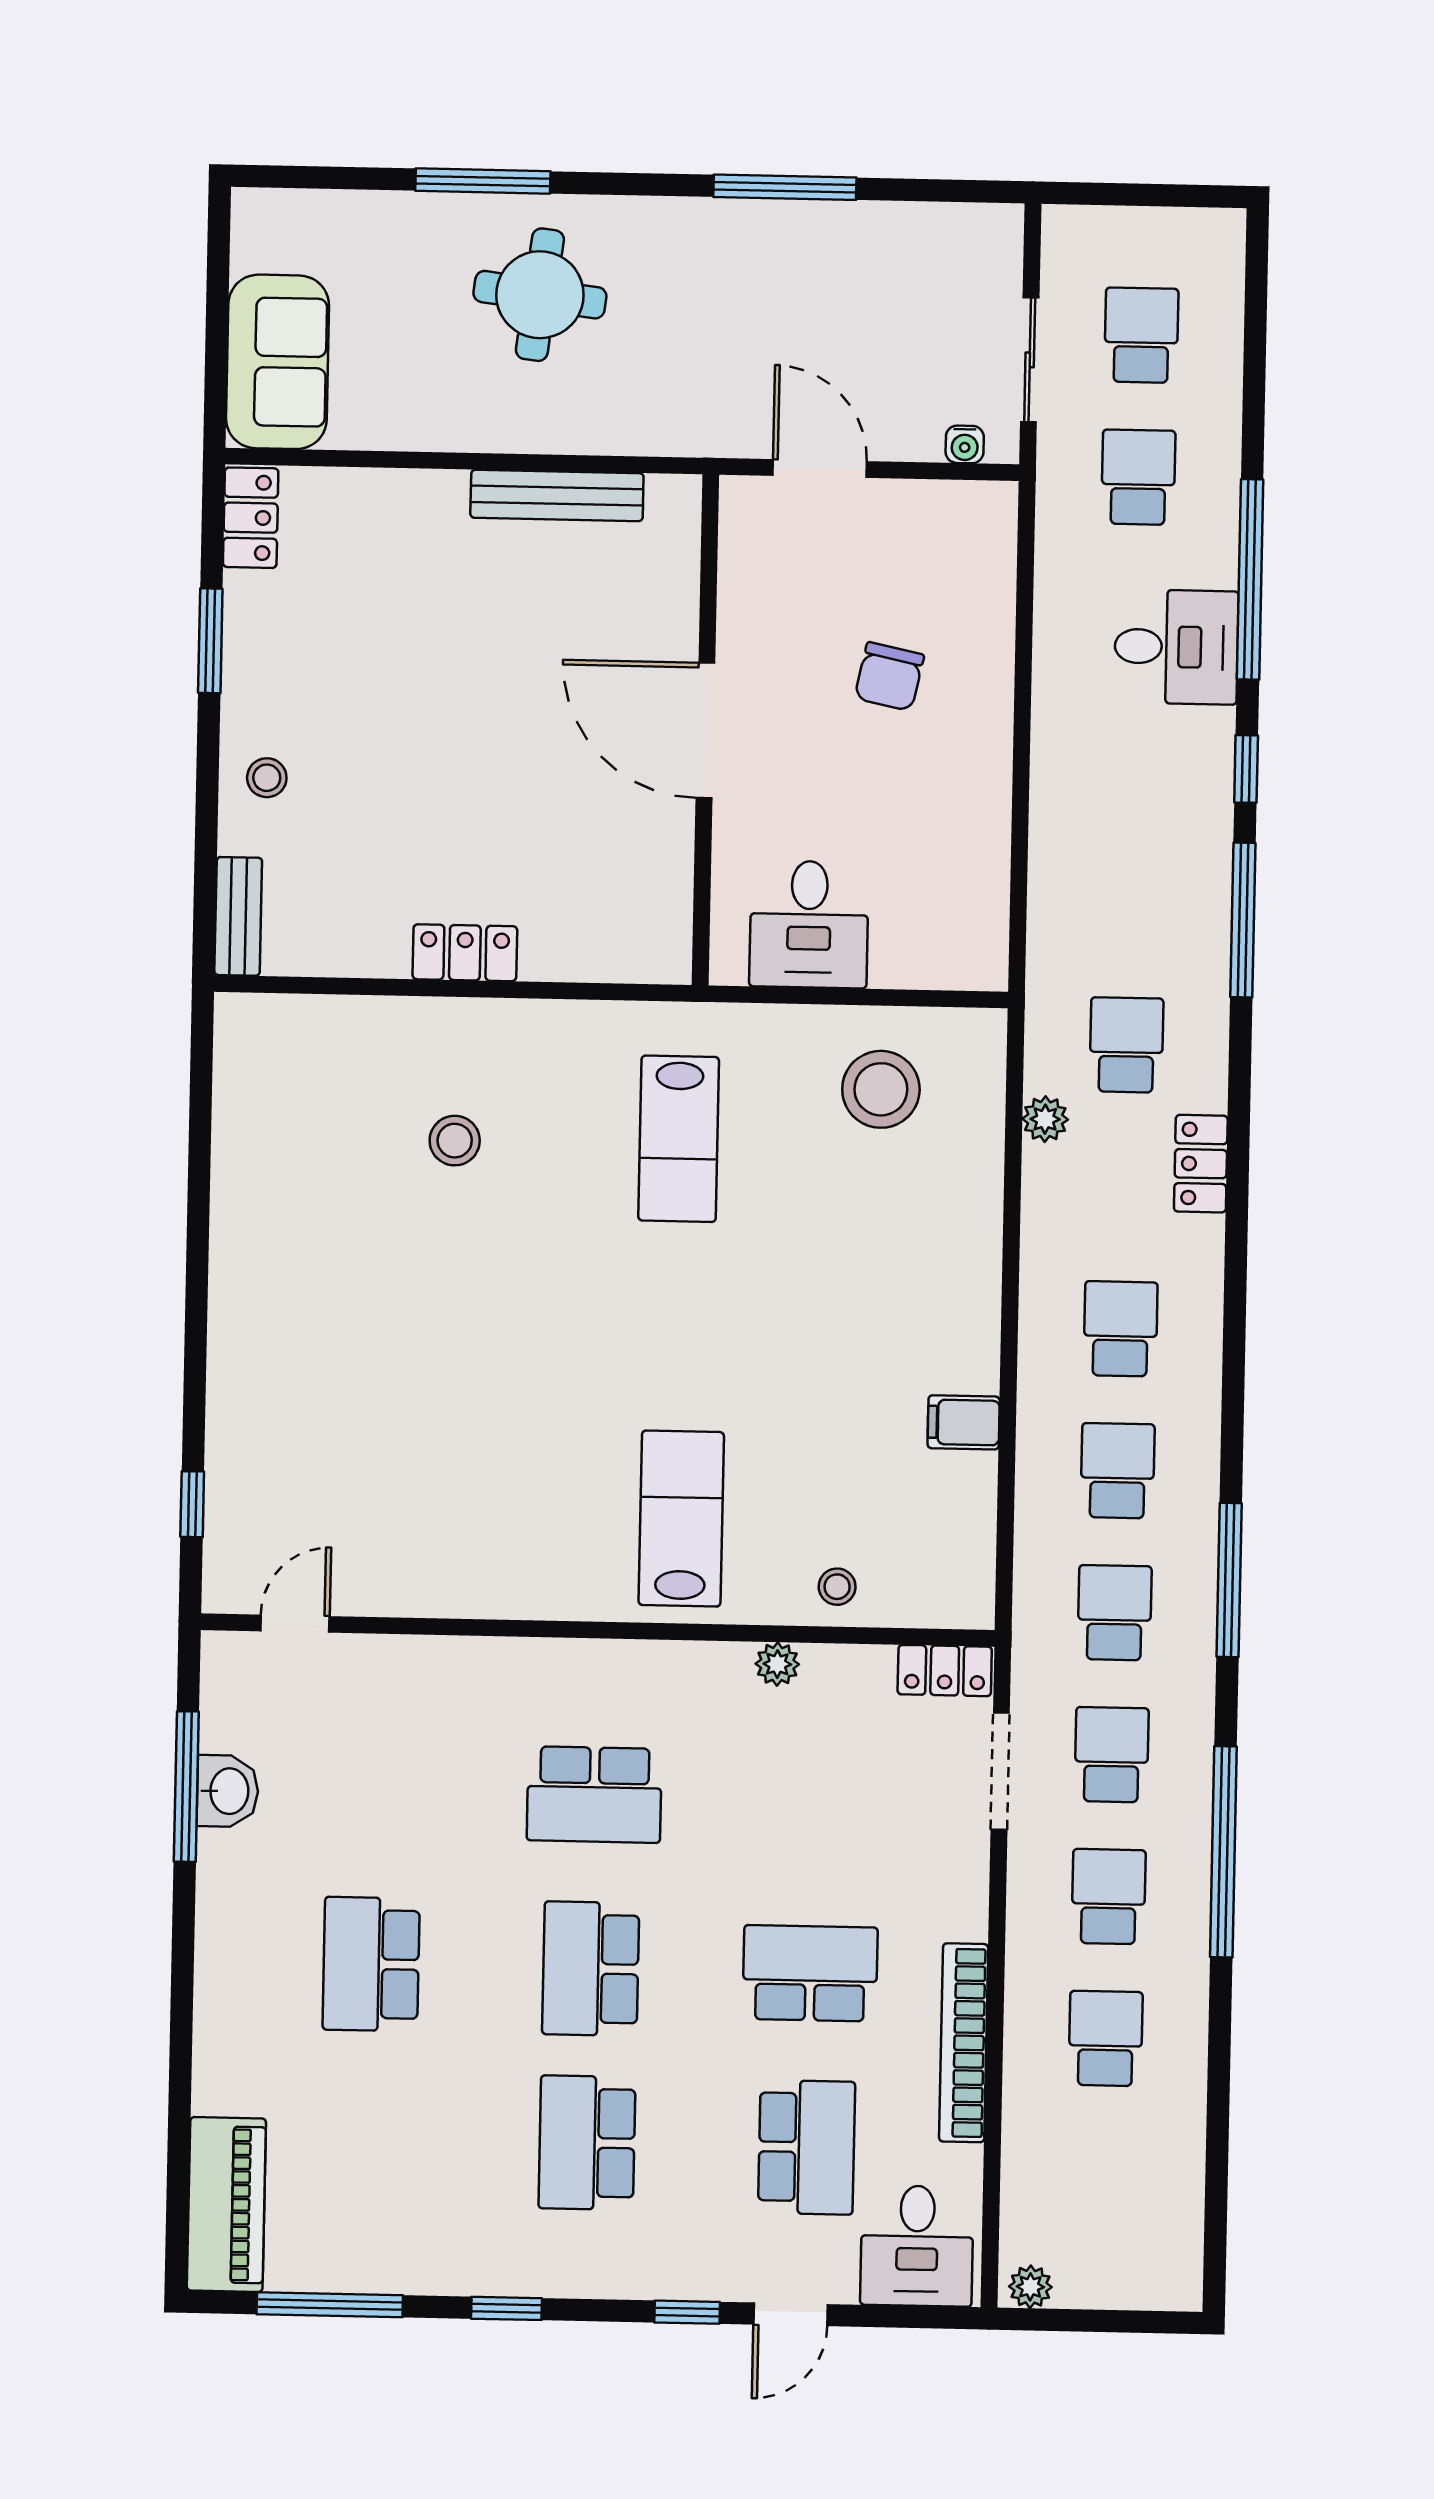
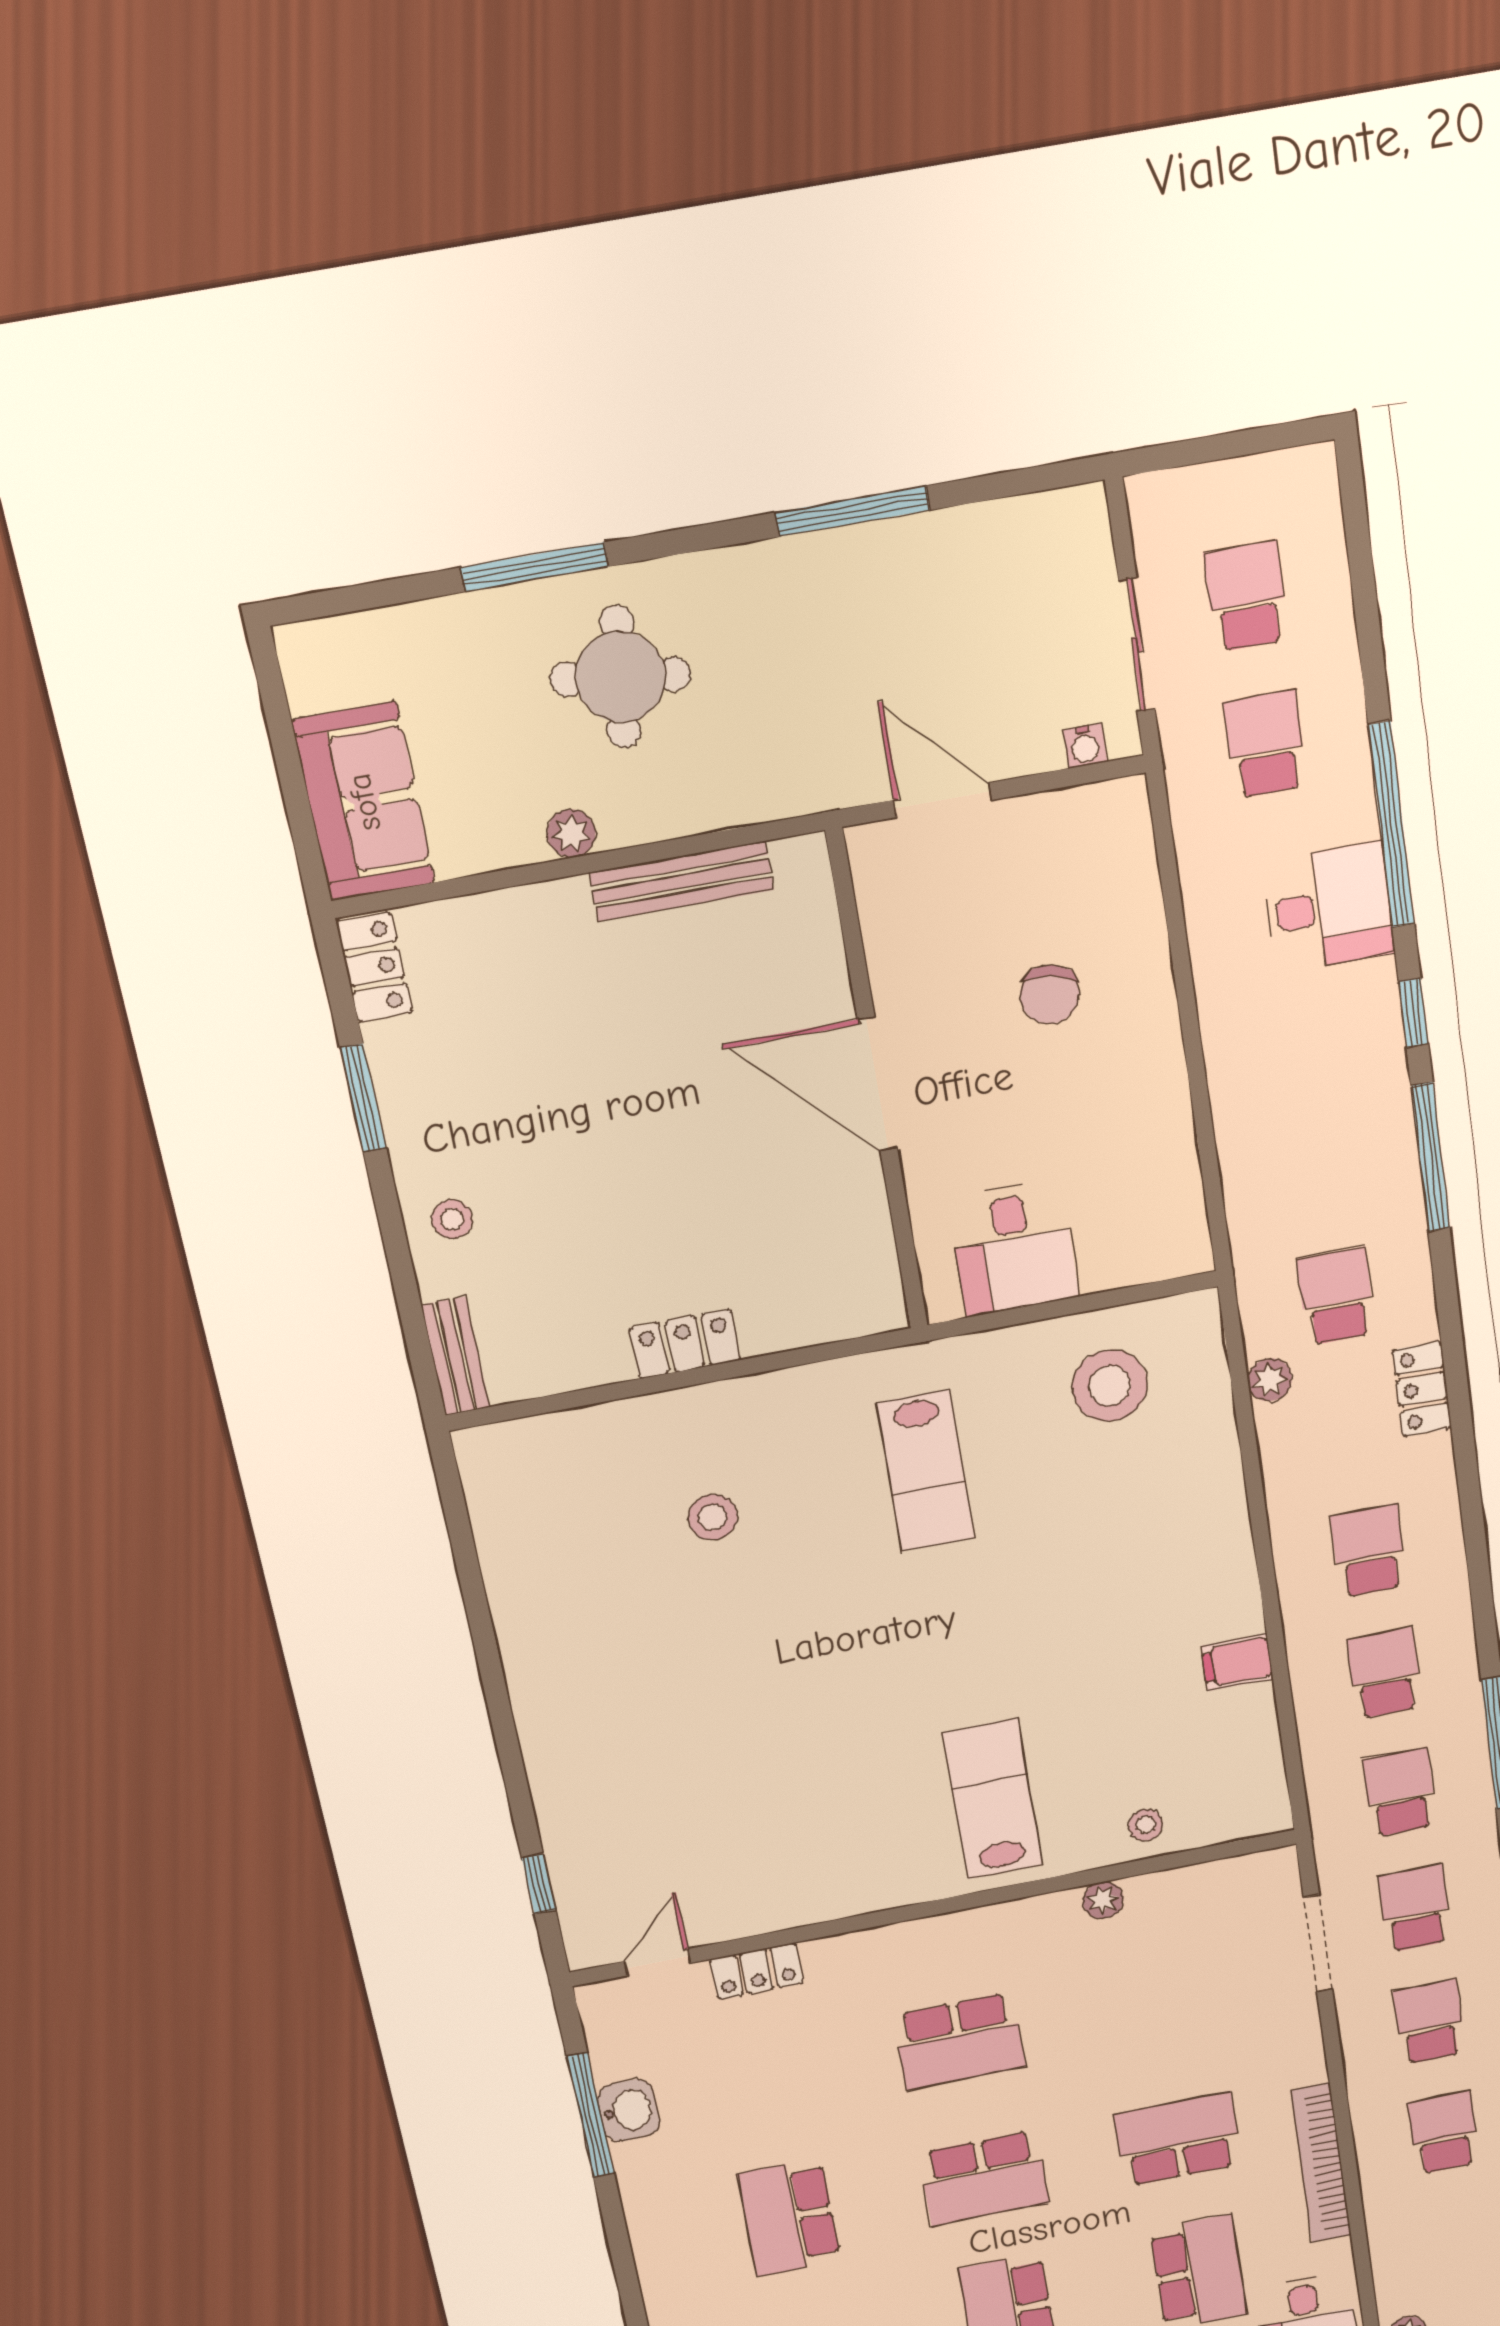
plant: (463, 430) -> (571, 833), added
locker: (945, 1671) -> (757, 1971), moved
school desk: (591, 1969) -> (984, 2178), turned -90

